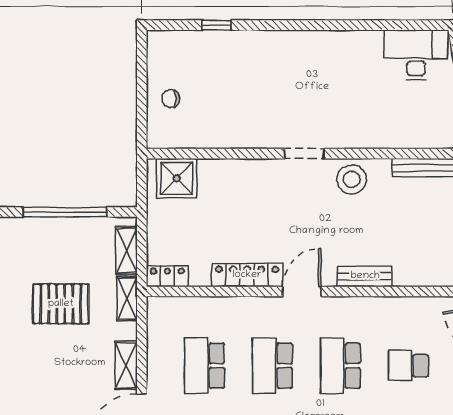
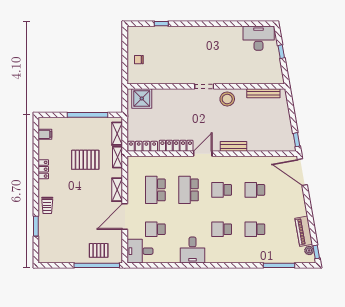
locker: (167, 276) -> (143, 146), width x1.53
school desk: (340, 366) -> (222, 190), width x0.54

